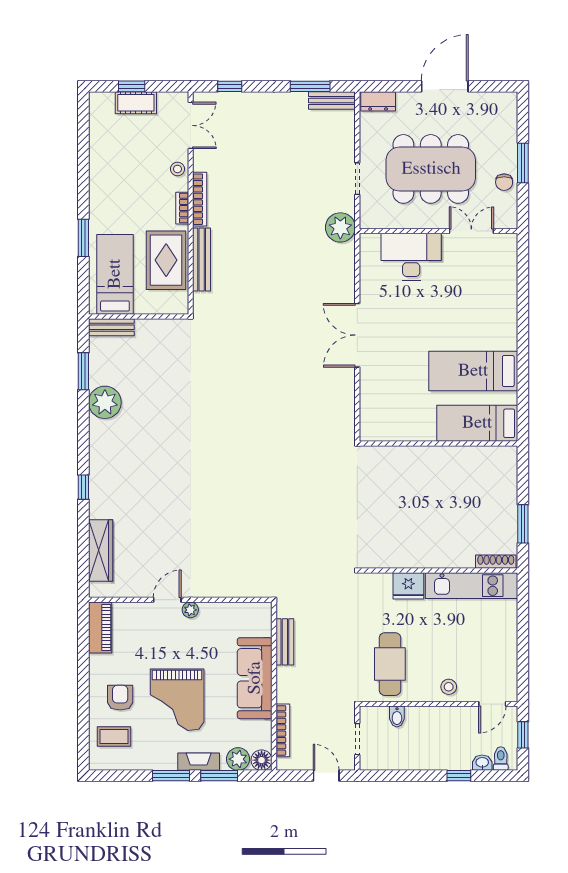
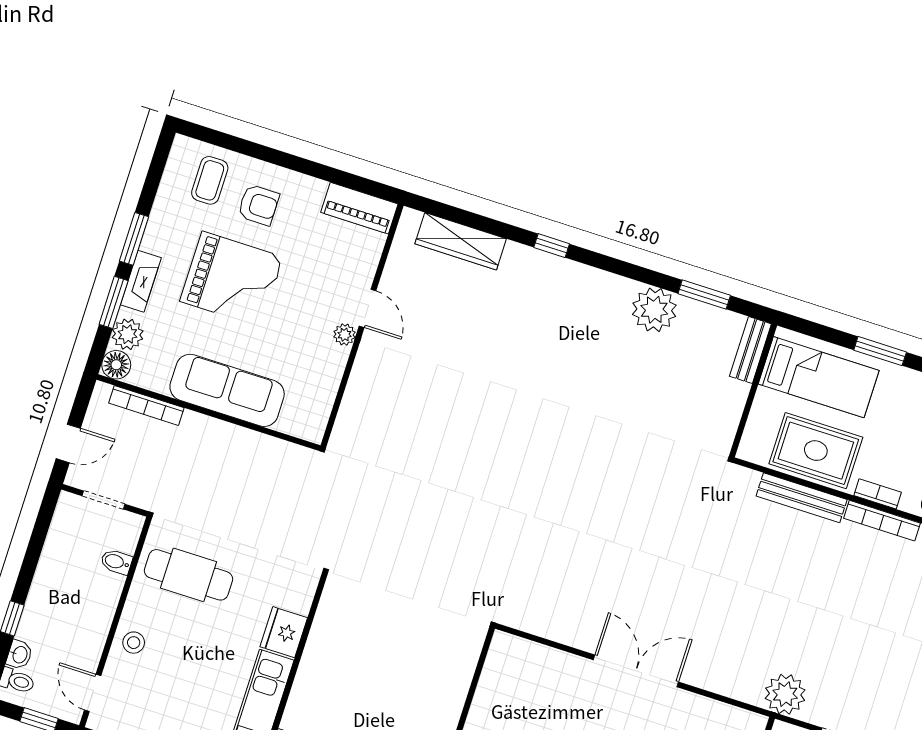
bench: (285, 642) -> (262, 446), removed
grand piano: (177, 700) -> (232, 279), turned 180

